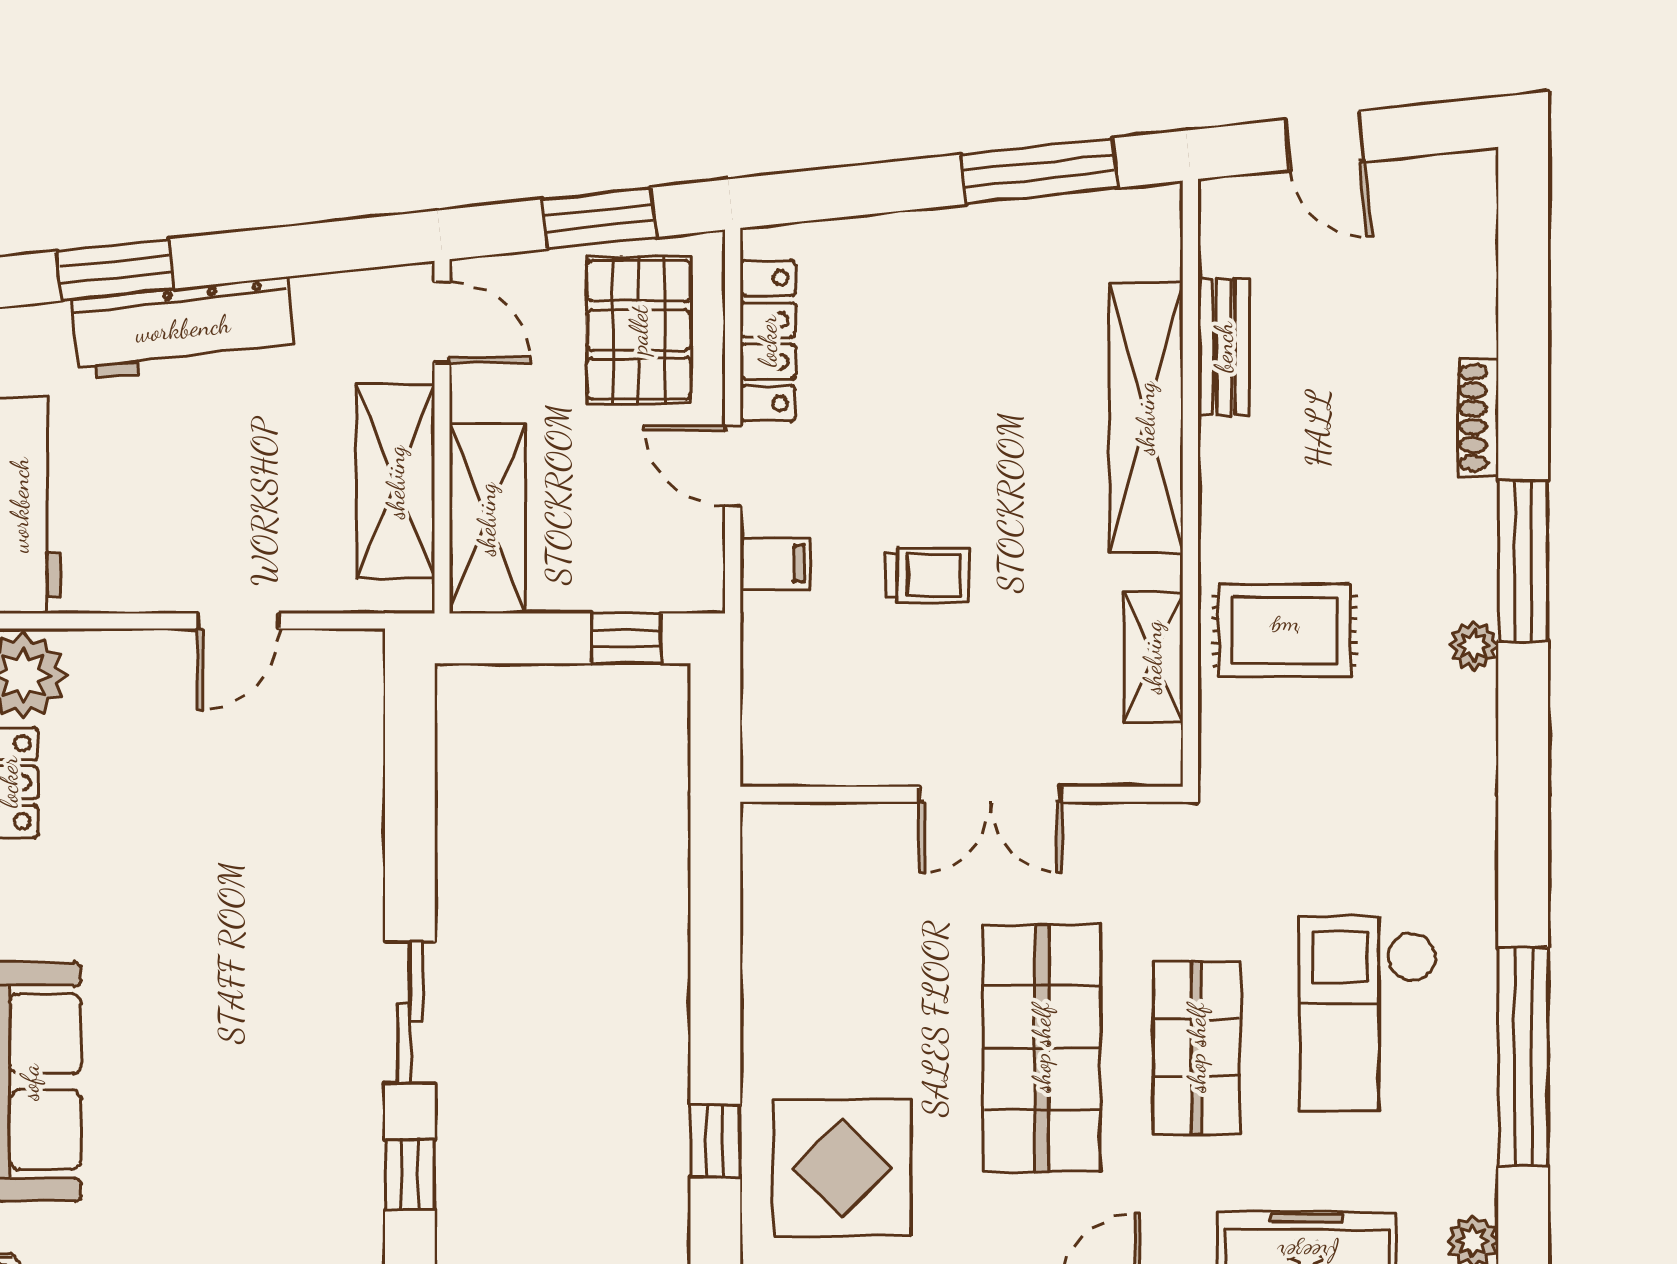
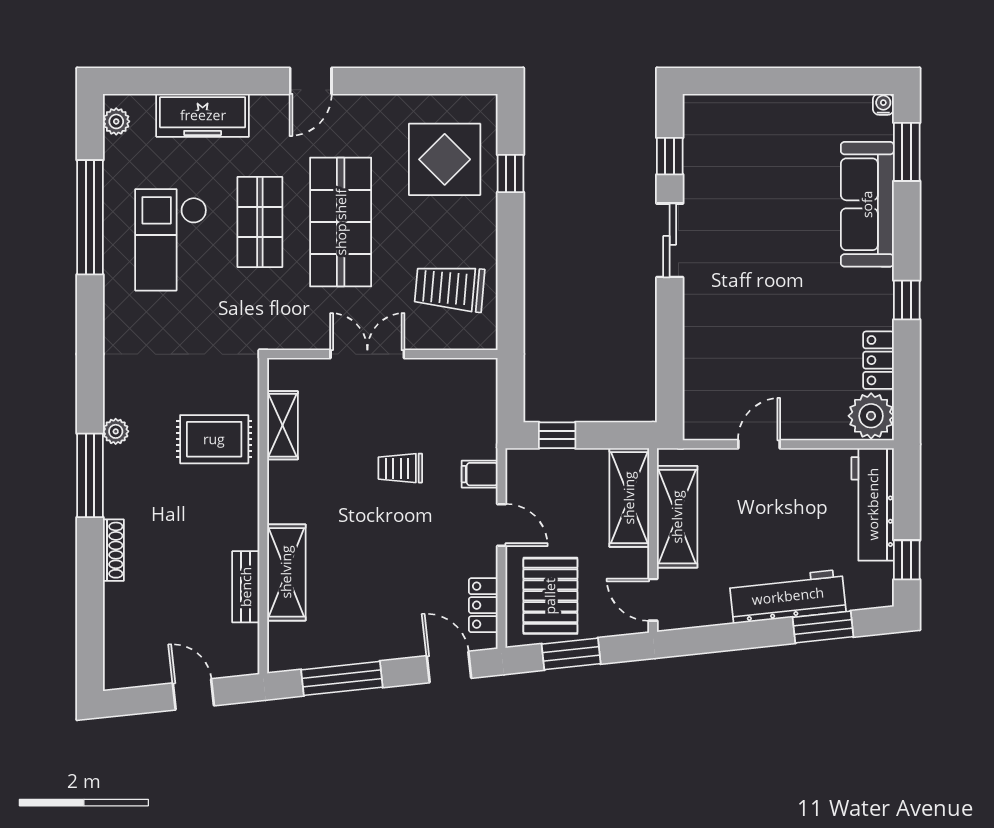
door: (834, 193) -> (449, 667), added
locker: (768, 341) -> (483, 605), width x0.66
shelving: (1146, 418) -> (286, 572), width x0.68
trolley: (833, 921) -> (450, 288), added
checkout: (1368, 1014) -> (171, 240), turned 180

